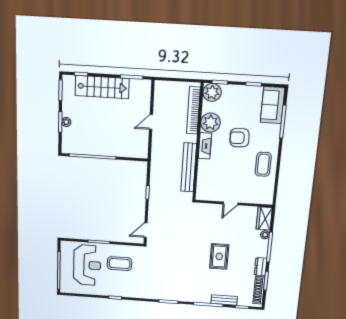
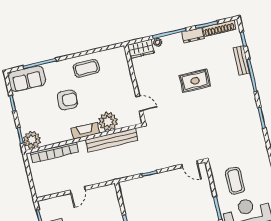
door: (151, 122) -> (78, 190), hinge flipped
plant: (211, 123) -> (108, 121), moved
armchair: (239, 138) -> (67, 100), turned -84
door: (230, 203) -> (139, 104), moved

